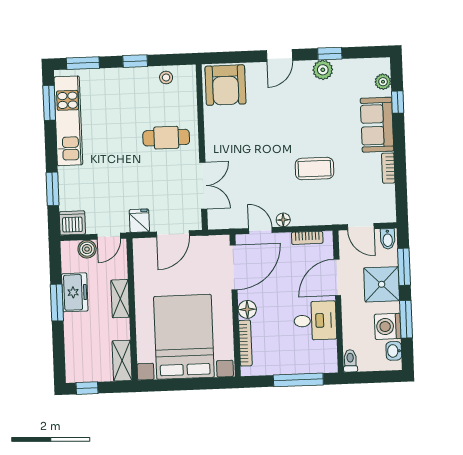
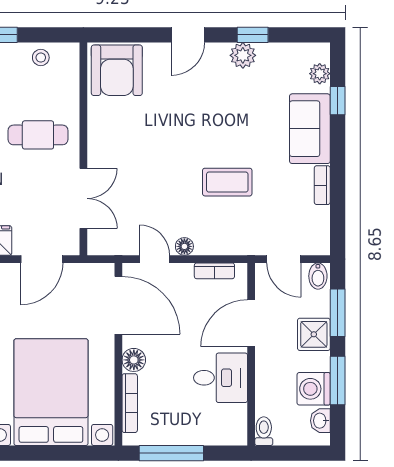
door: (234, 267) -> (118, 305), hinge flipped
shower: (382, 284) -> (314, 334), width x0.73, depth x0.73
window: (298, 380) -> (171, 453), moved

